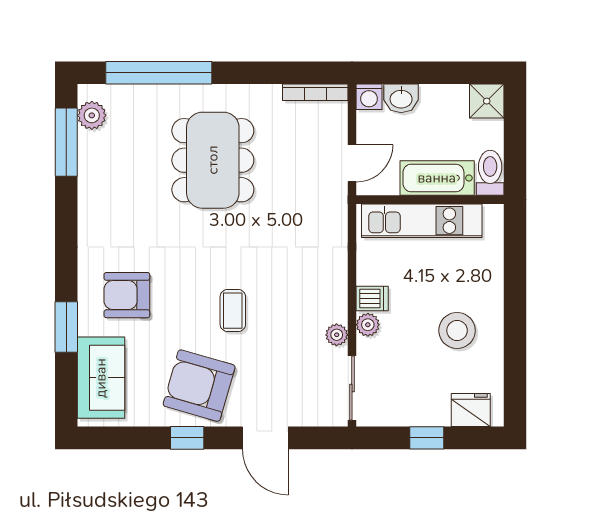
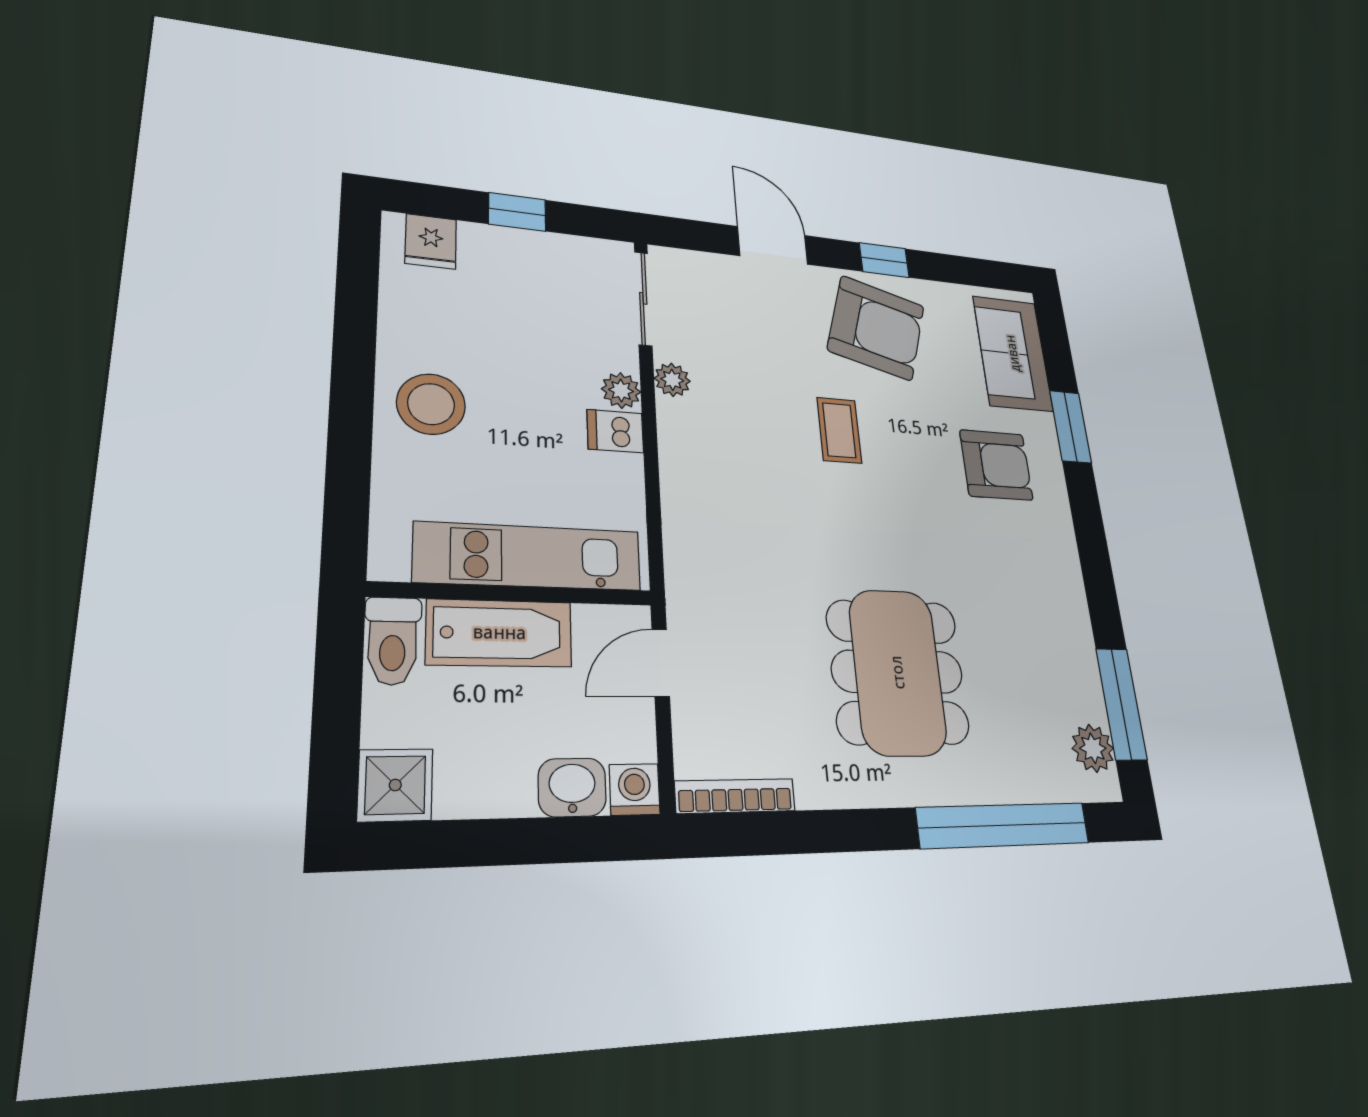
stool: (457, 330) -> (431, 404), moved
fridge: (471, 410) -> (431, 241), width x0.72

